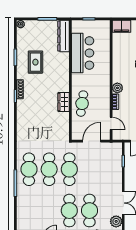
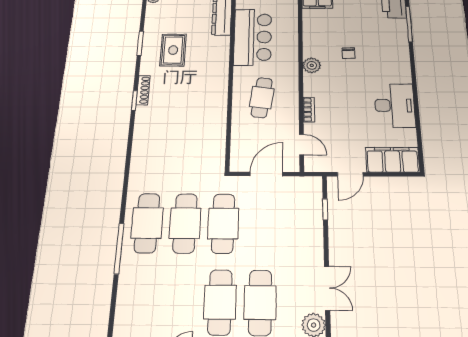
plant: (117, 88) -> (312, 65), moved
wardrobe: (64, 102) -> (218, 110), removed
cafe table: (82, 104) -> (262, 98), moved

